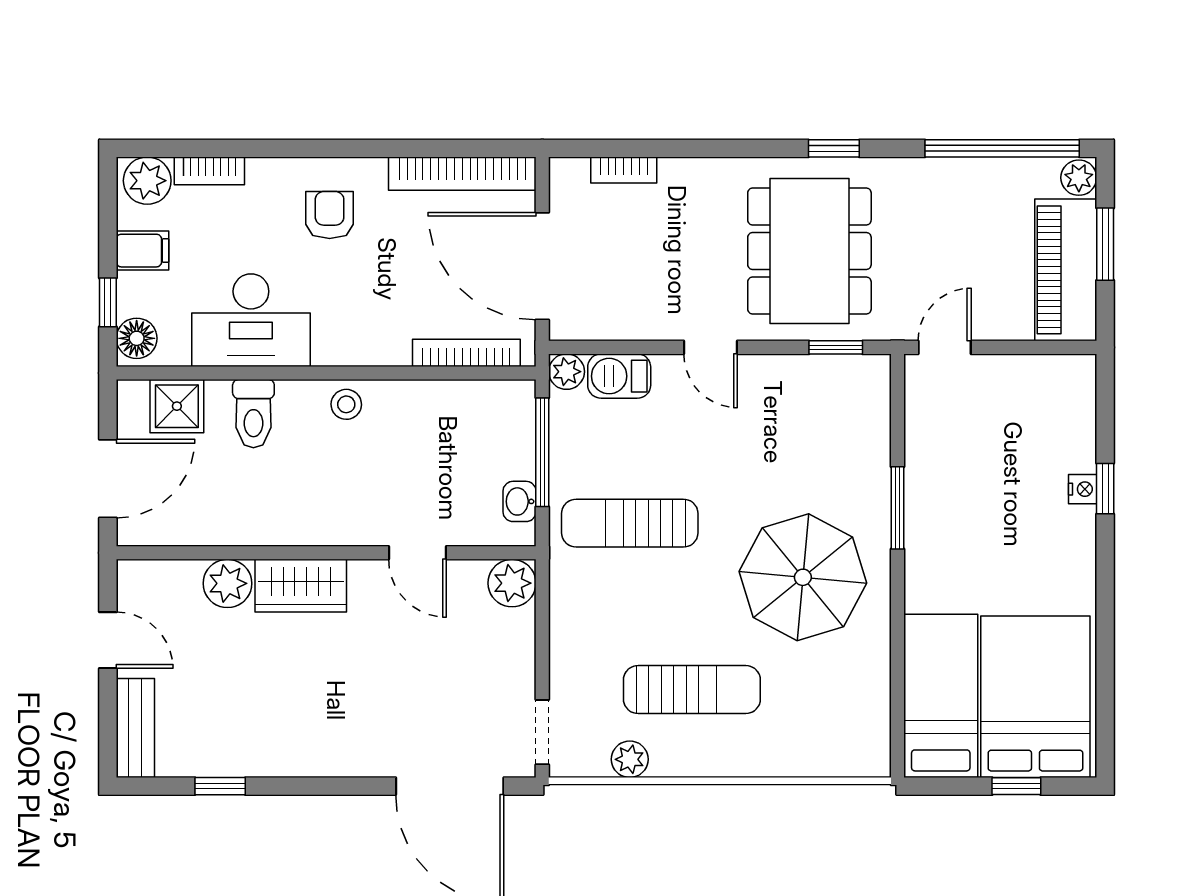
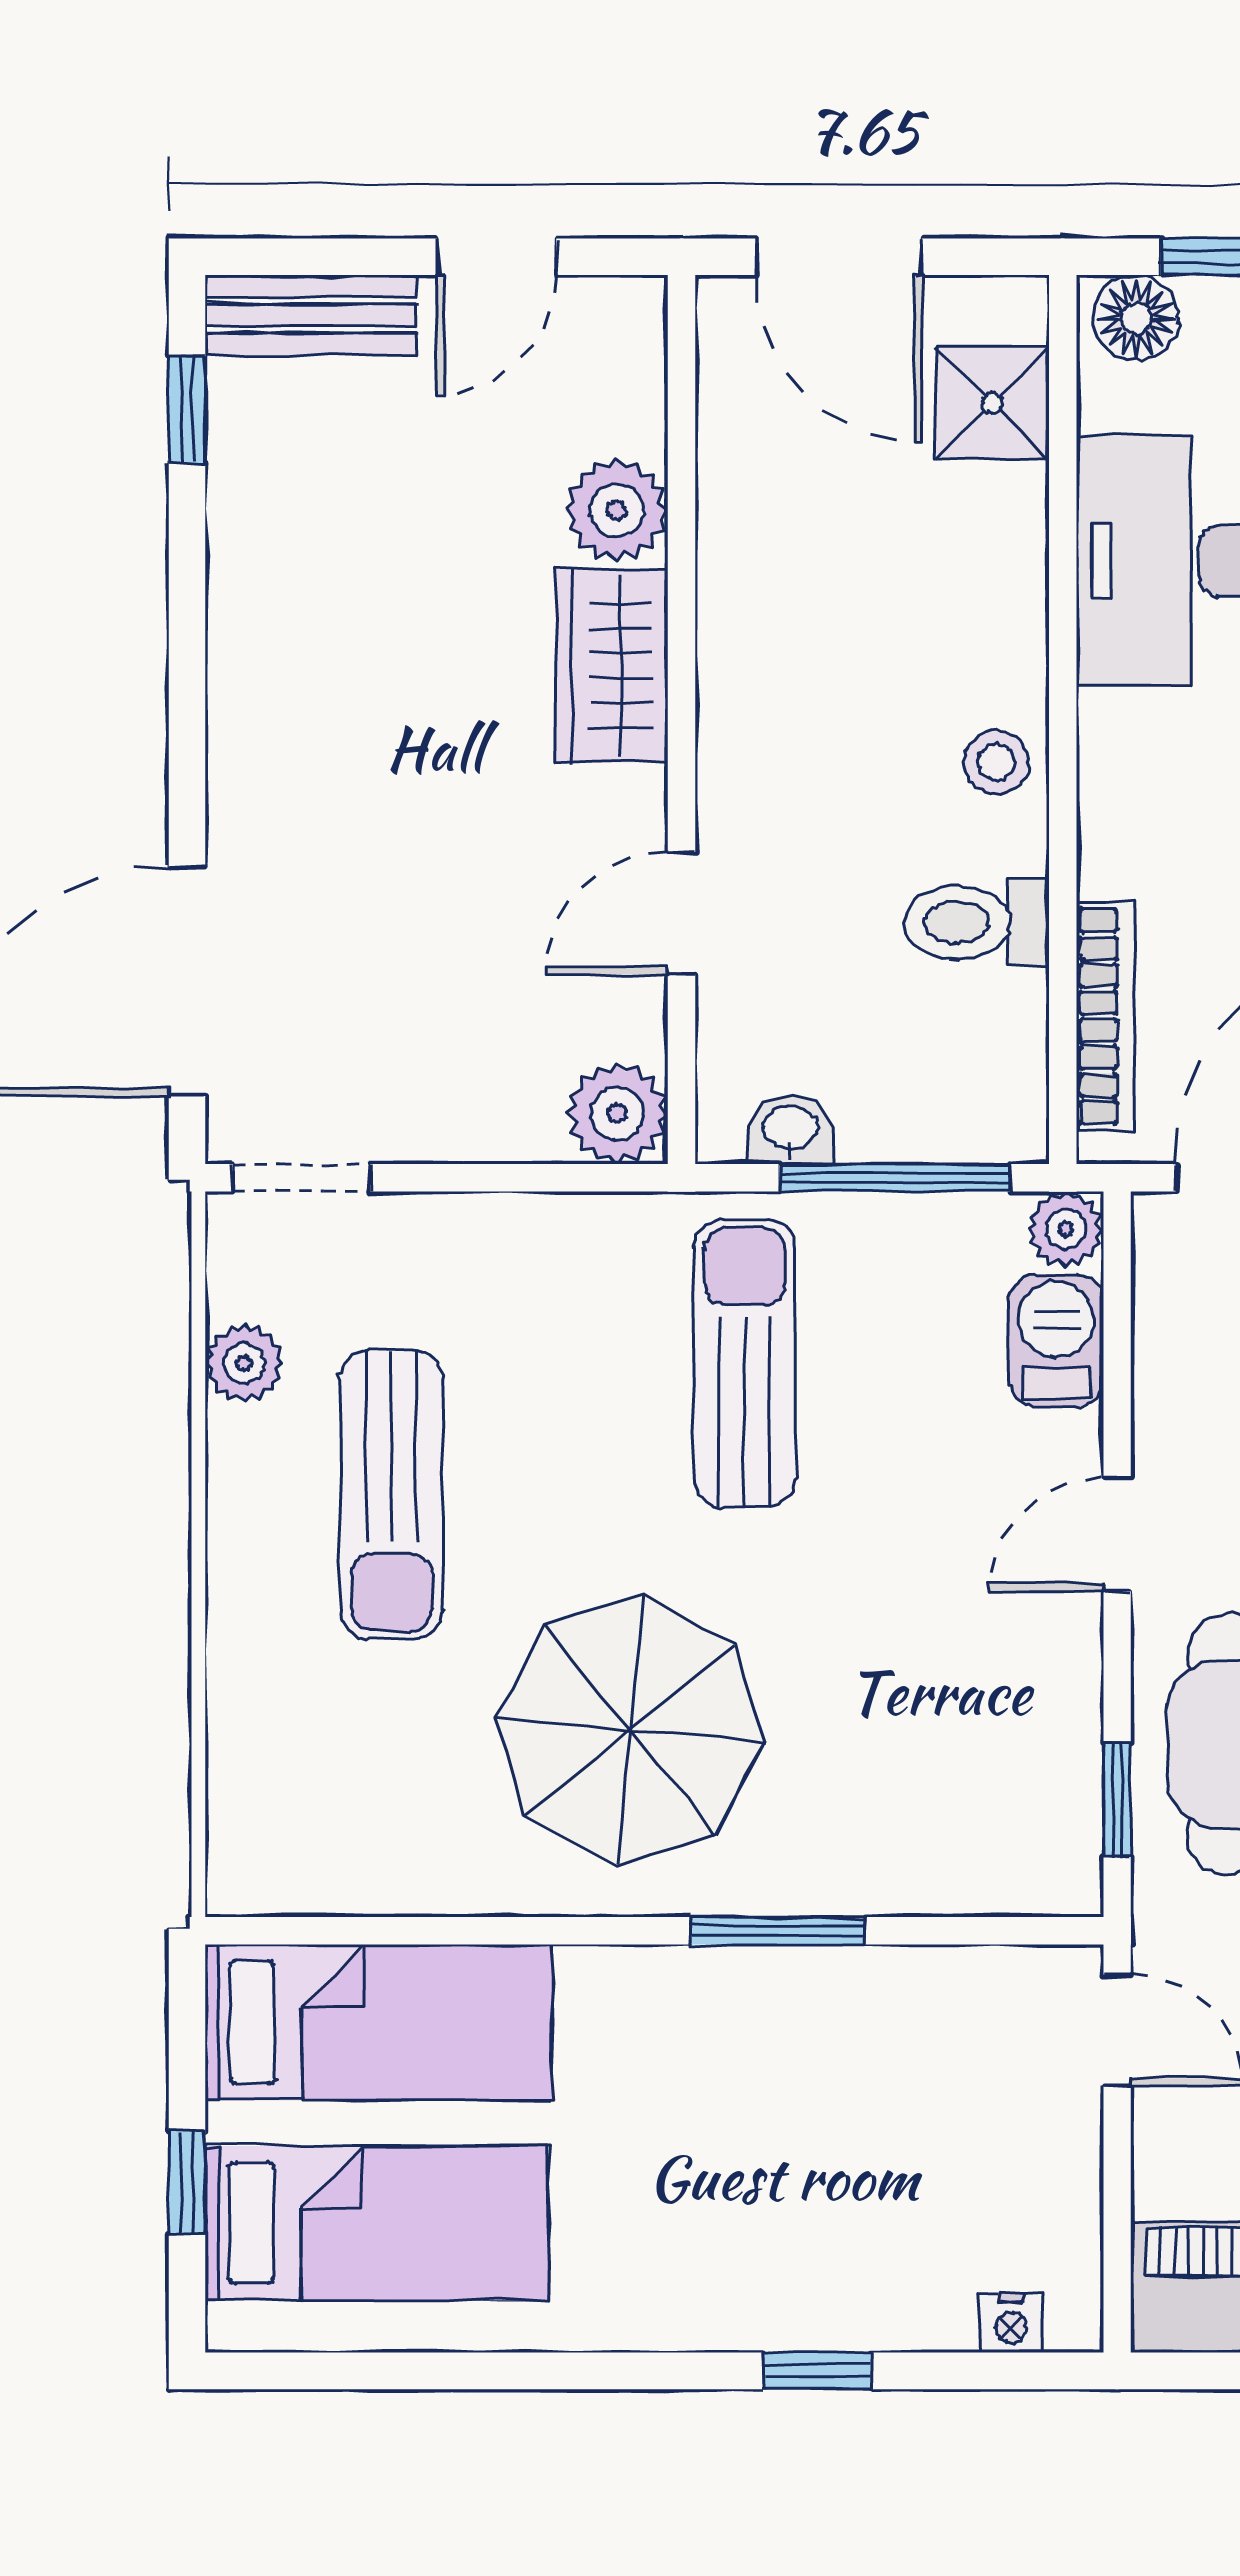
toilet: (253, 414) -> (977, 923), moved
nightstand: (1083, 489) -> (1011, 2323), moved
bed: (1035, 697) -> (376, 2223), width x0.67
window: (220, 786) -> (187, 409), moved

